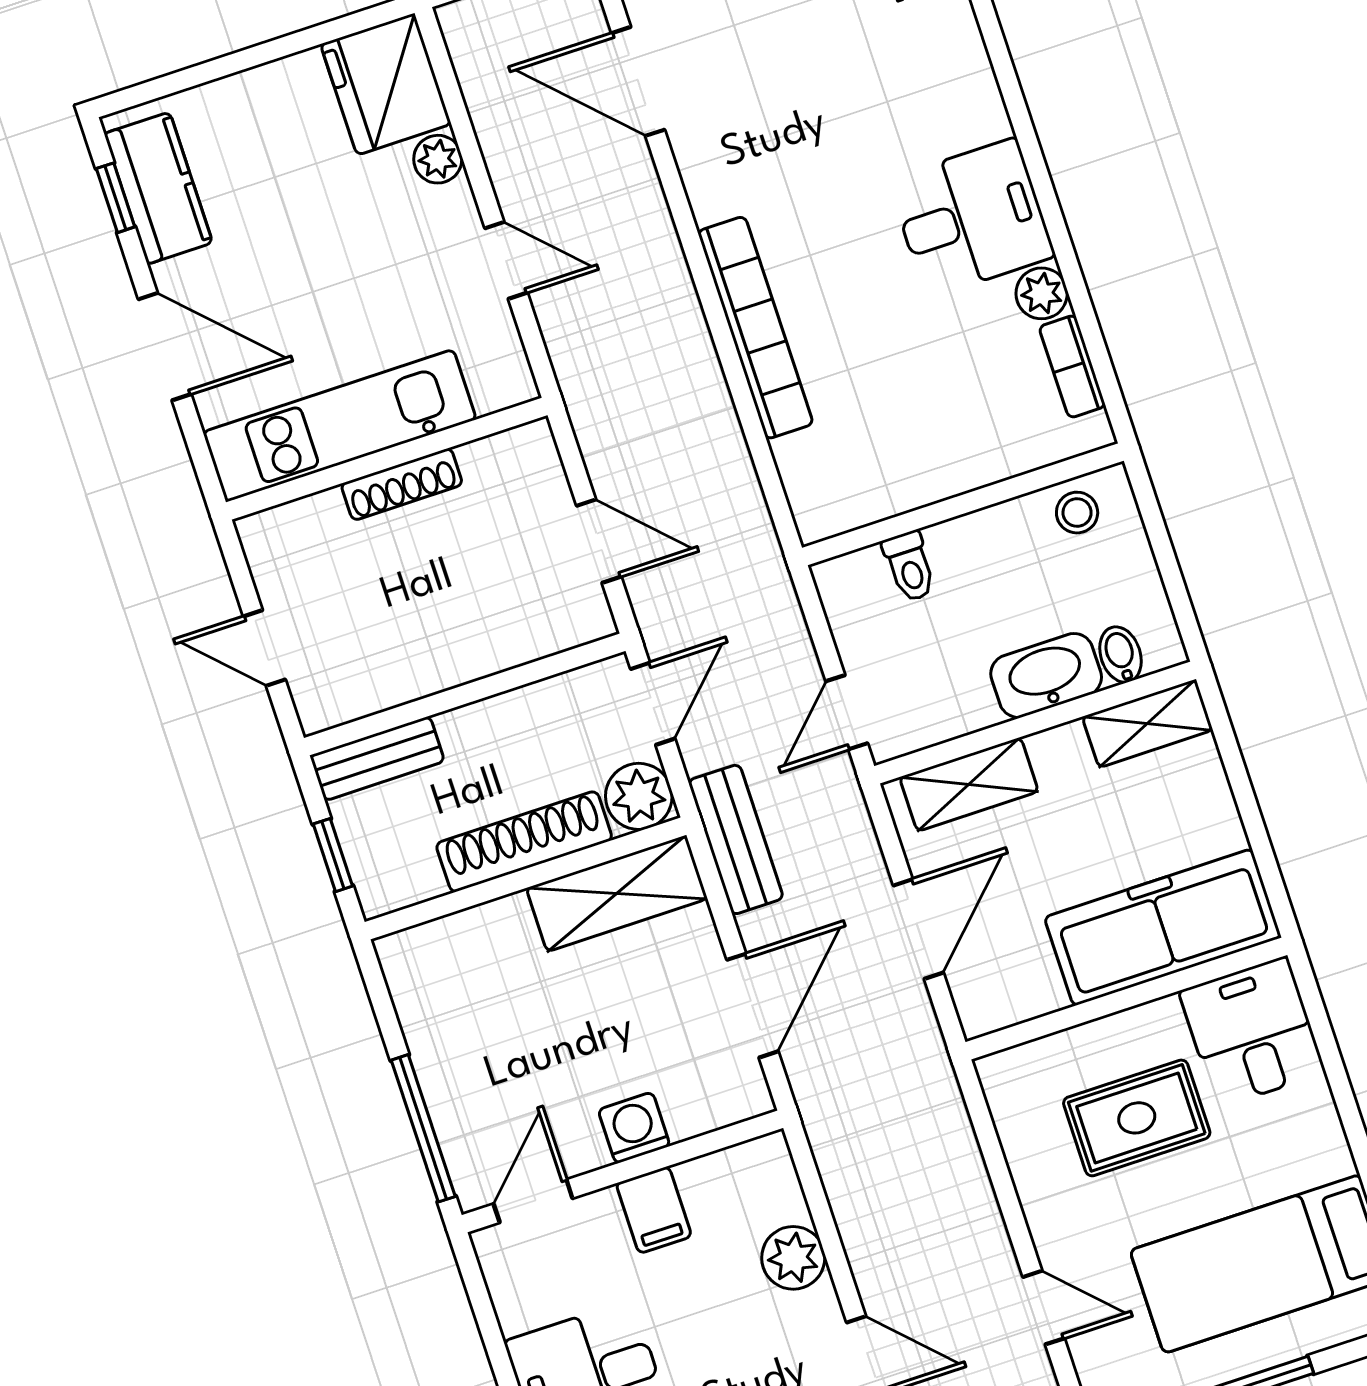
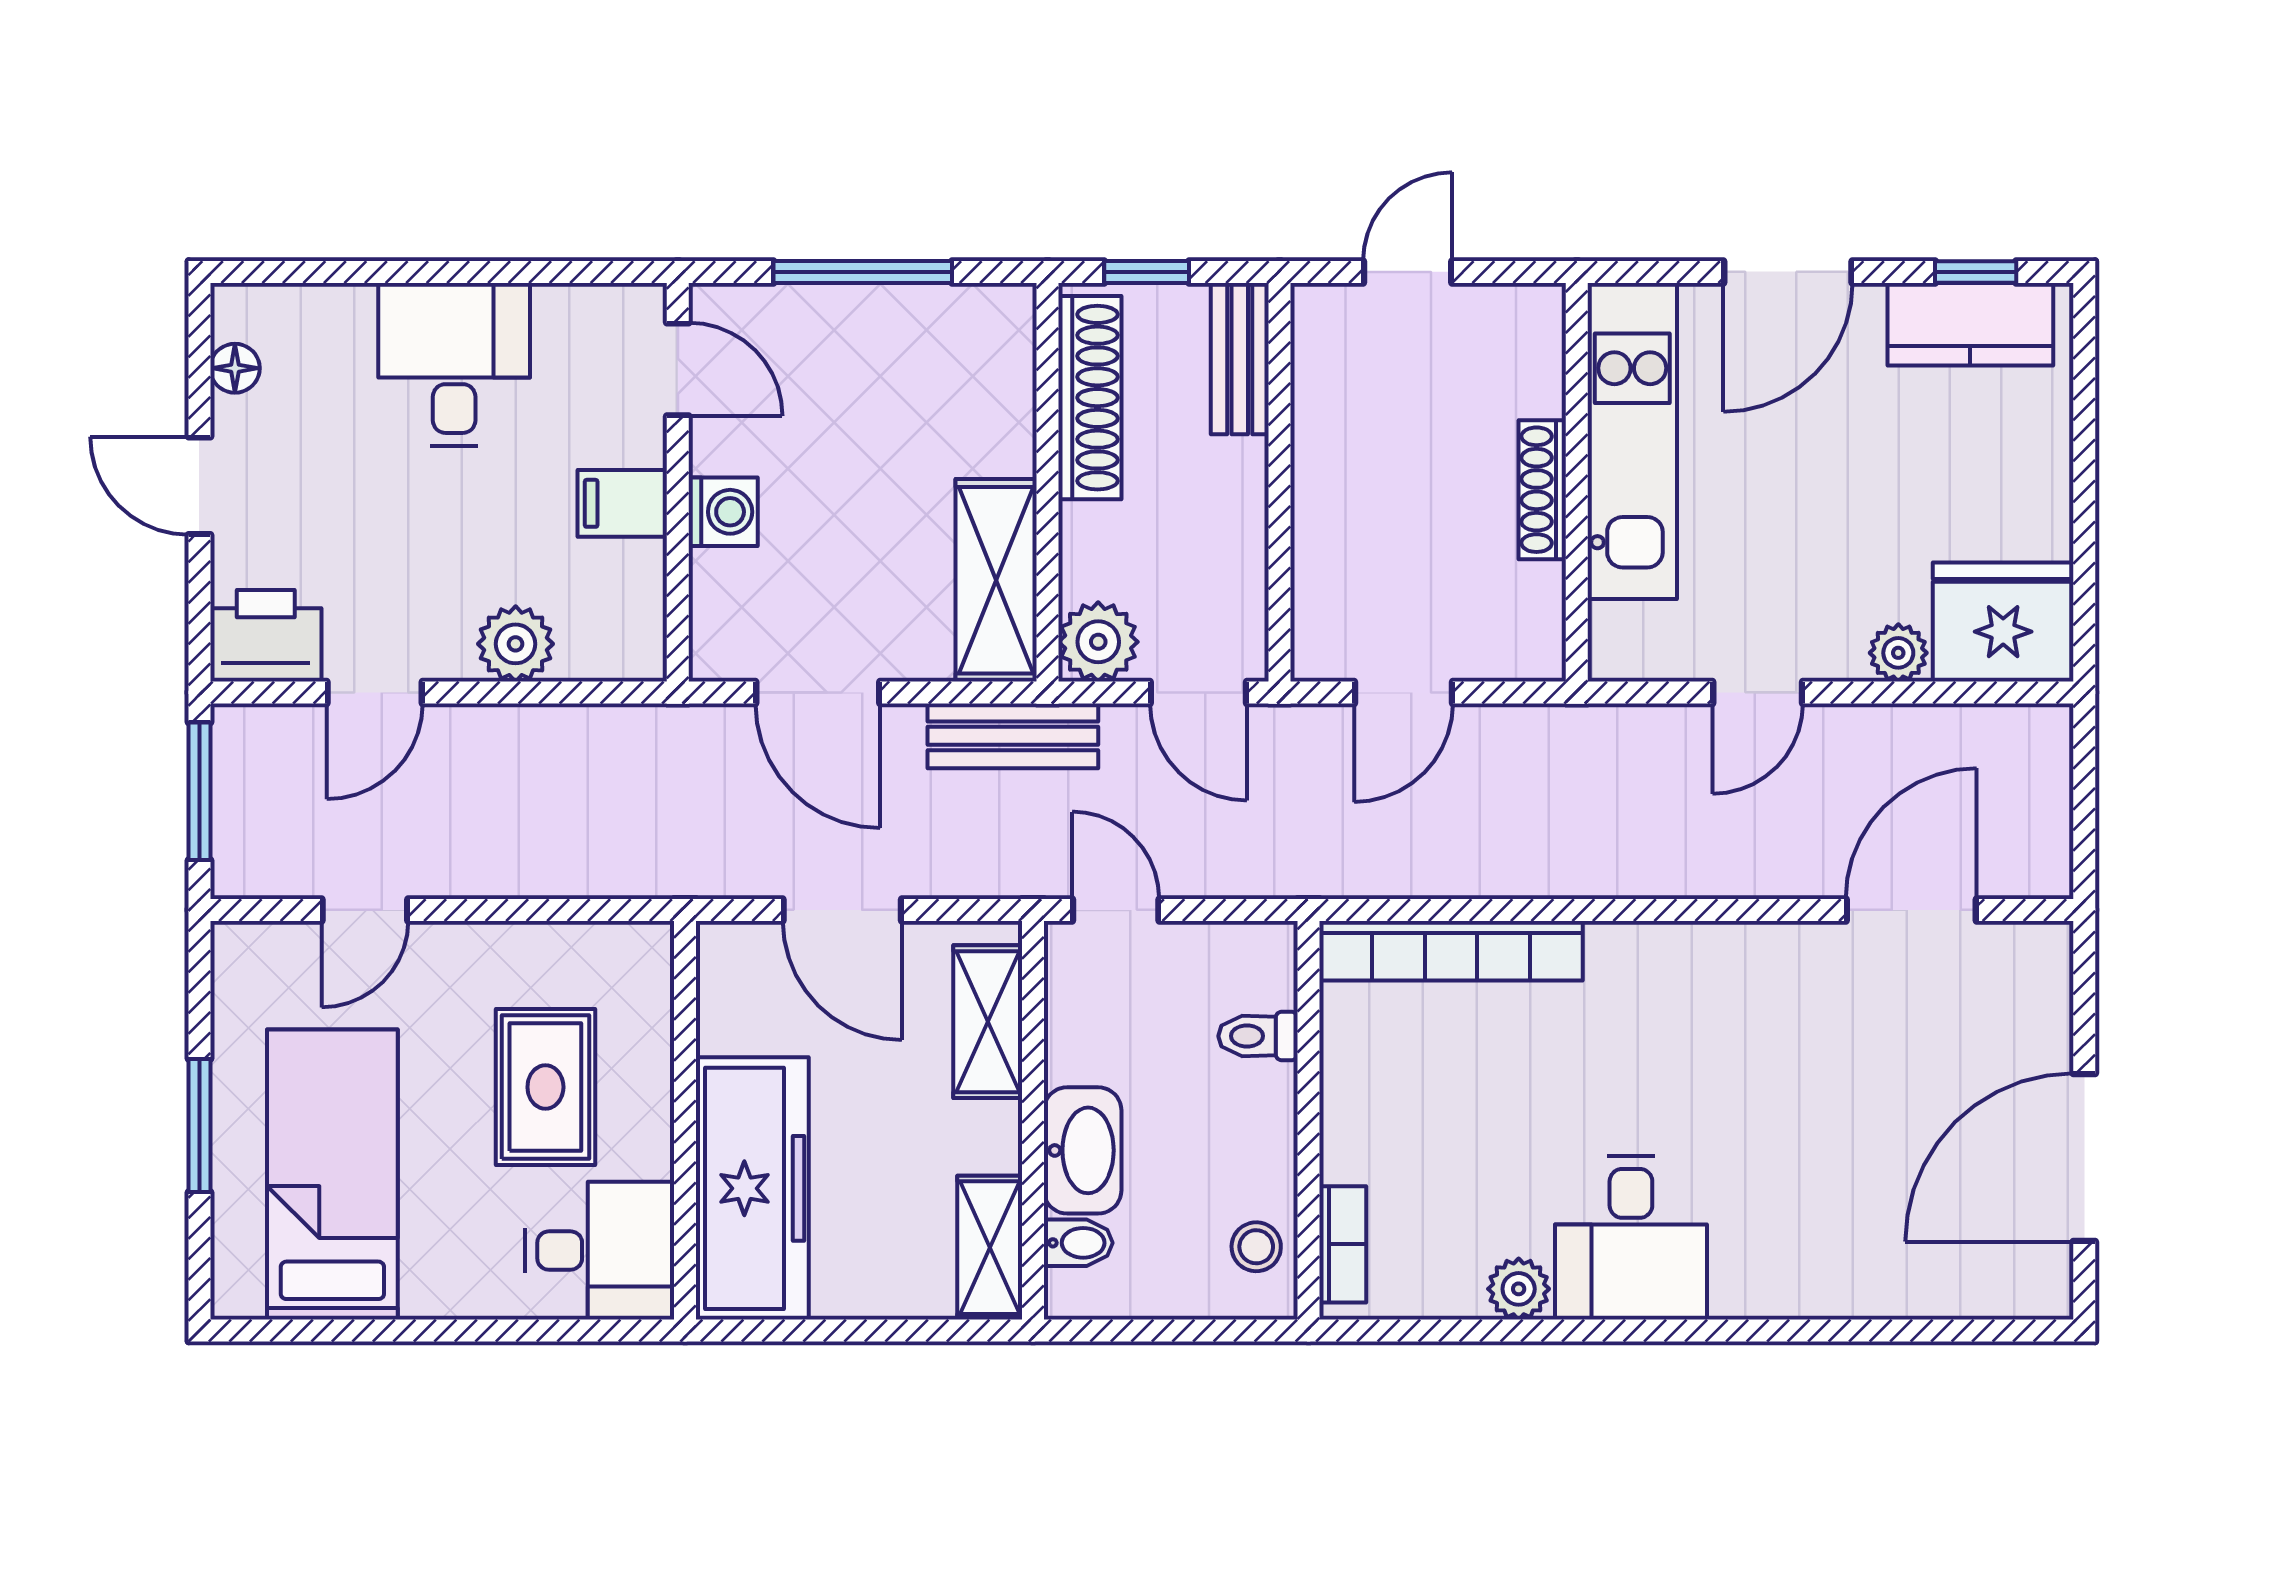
bookcase: (755, 328) -> (1451, 951), moved
bookcase: (1072, 367) -> (1343, 1244), moved, turned 90
shoe rack: (524, 842) -> (1090, 398), moved
window: (423, 1128) -> (863, 272), moved

